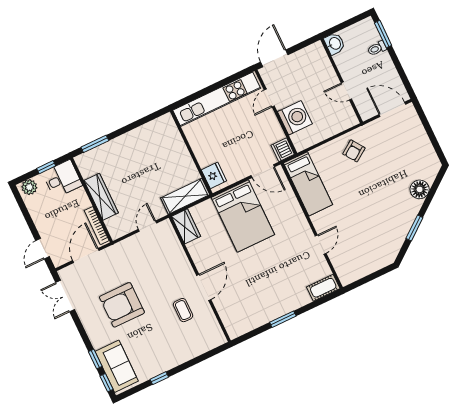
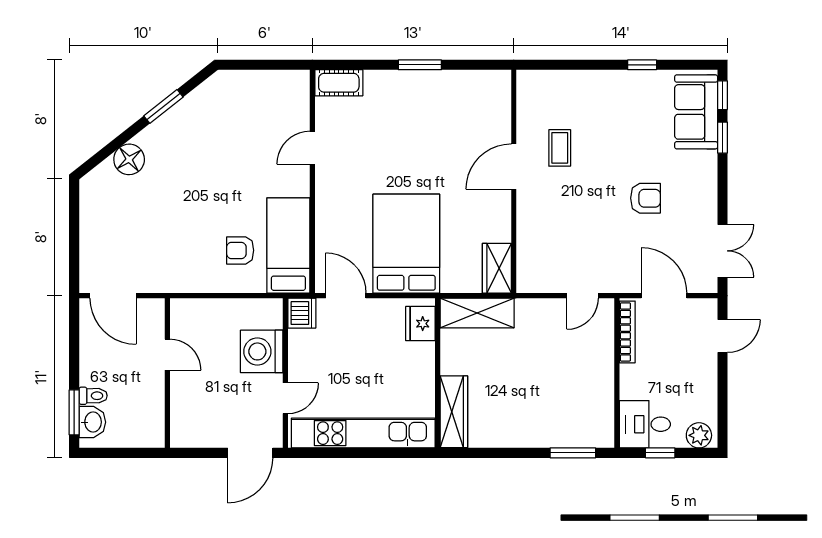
washbasin: (335, 44) -> (92, 422), moved, turned 180
armchair: (354, 151) -> (240, 250), moved, turned -145
wardrobe: (101, 197) -> (454, 412), moved, turned 180
door: (147, 226) -> (583, 296), moved
door: (86, 256) -> (664, 296), swing flipped
armchair: (122, 305) -> (645, 198), width x0.53, depth x0.53

